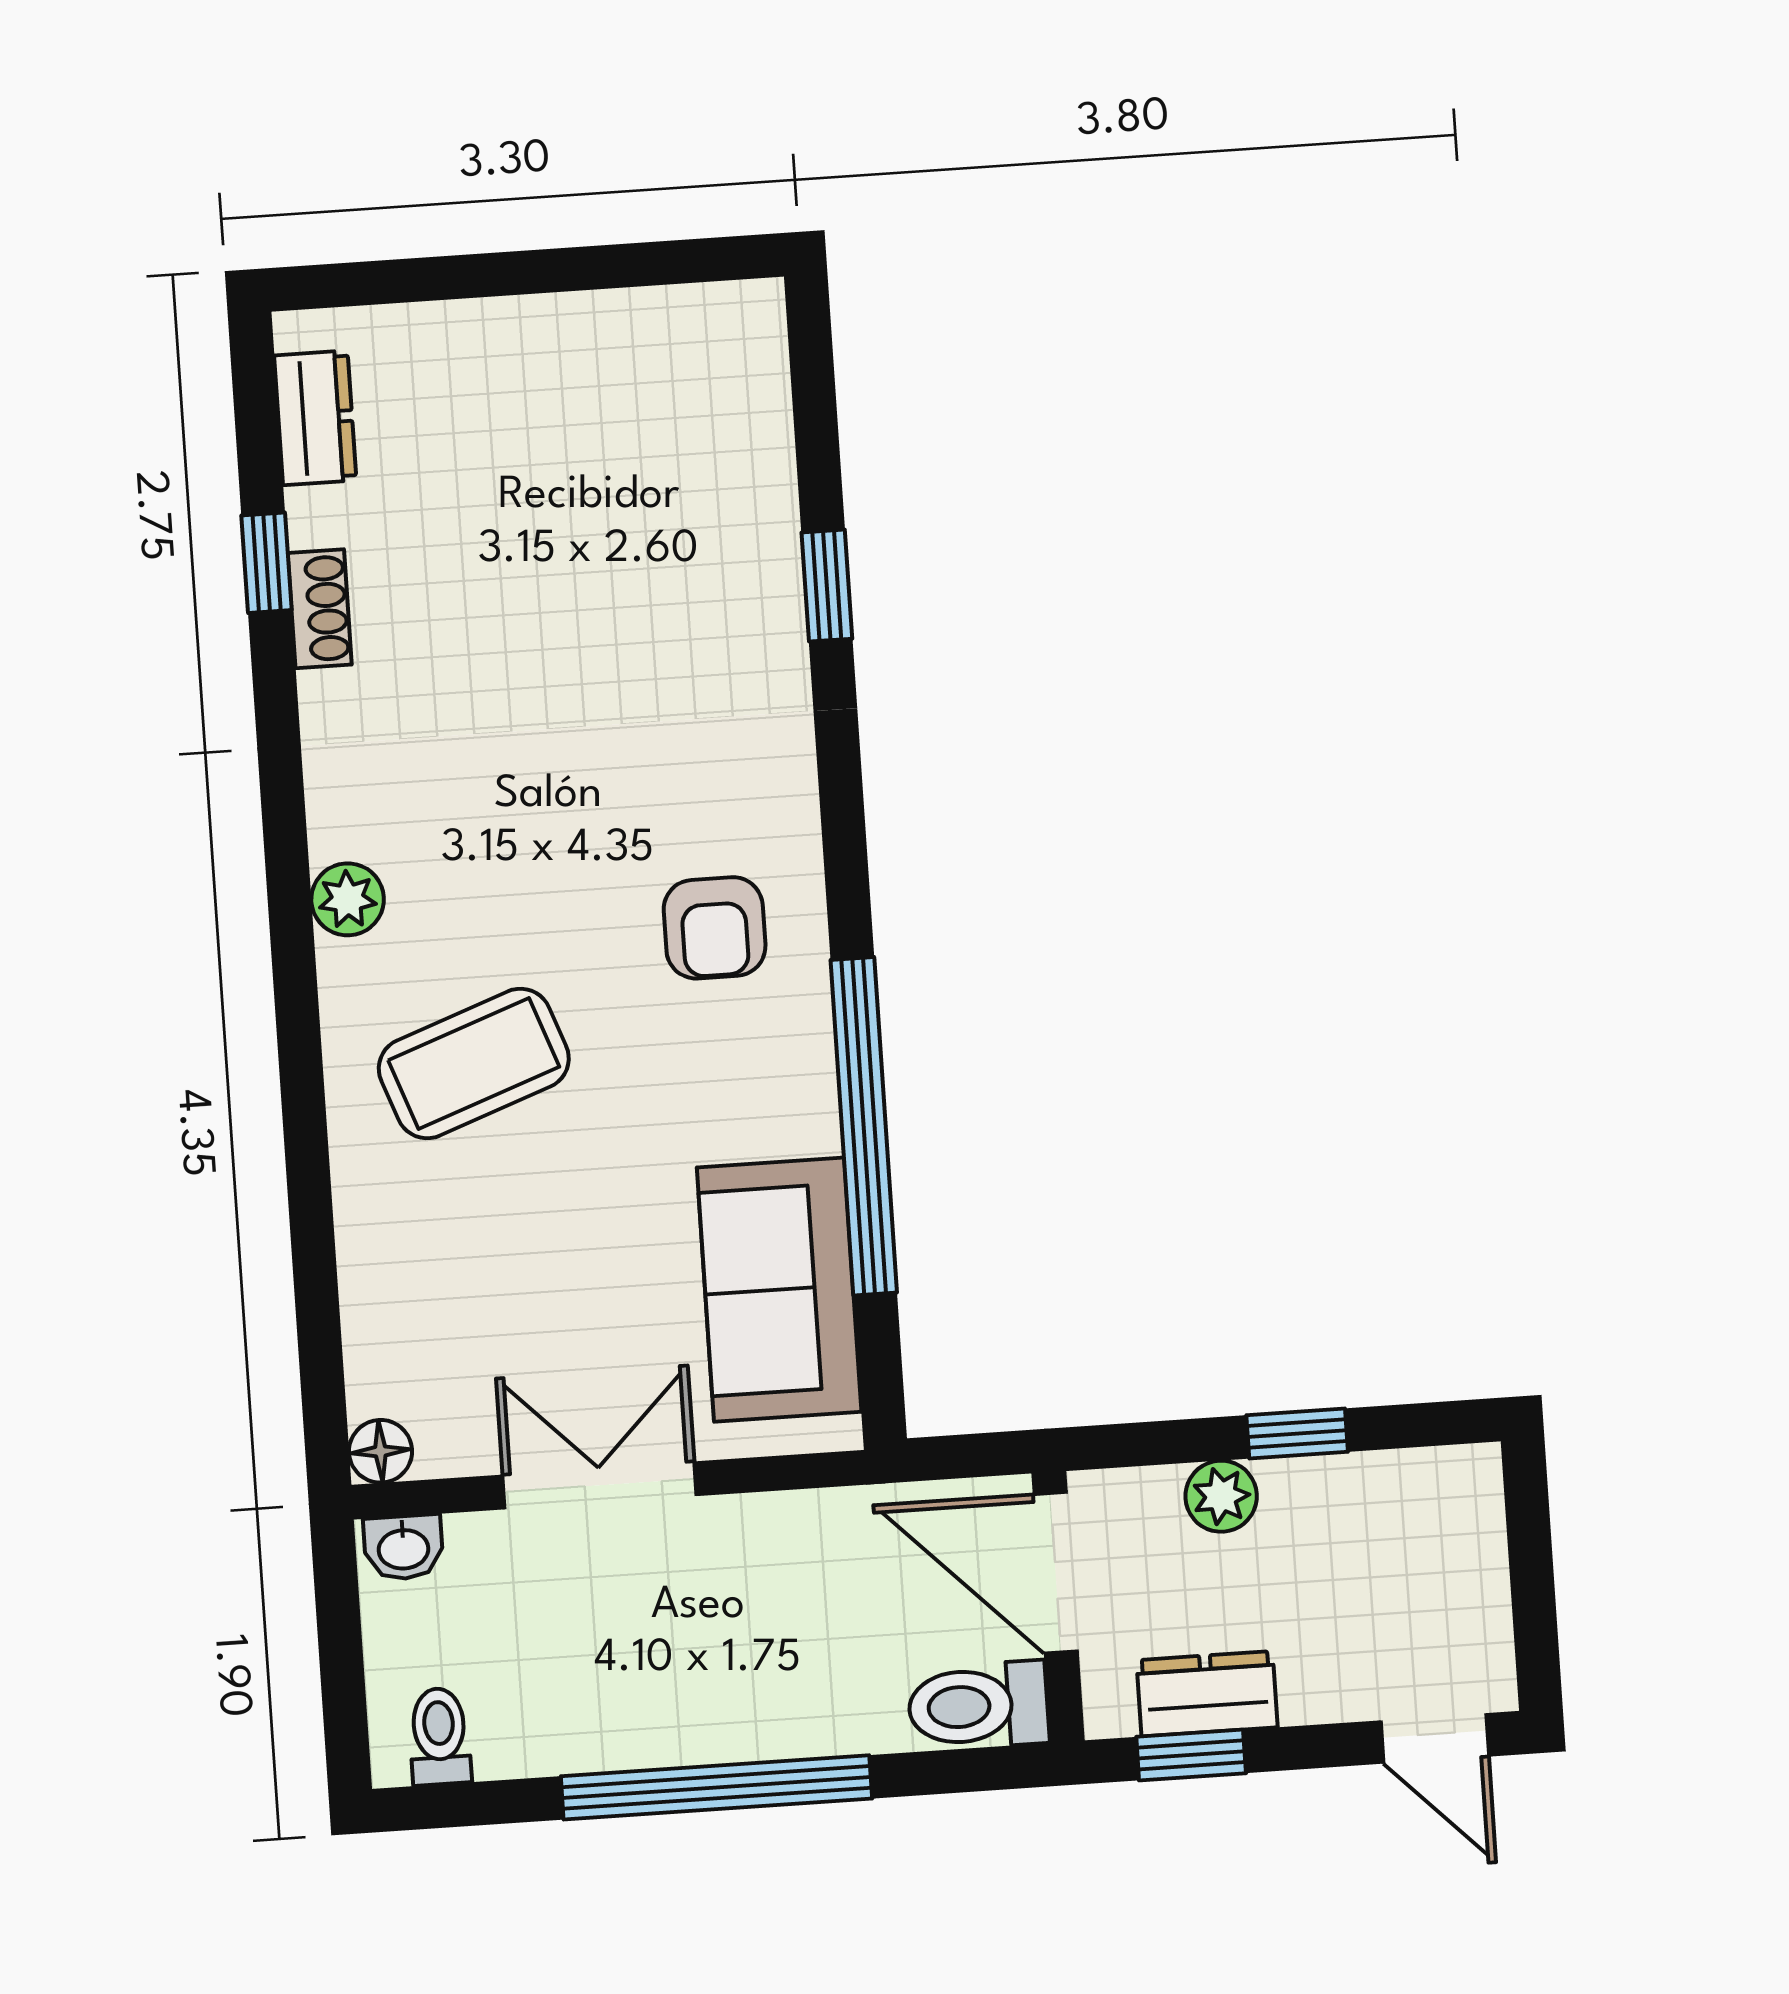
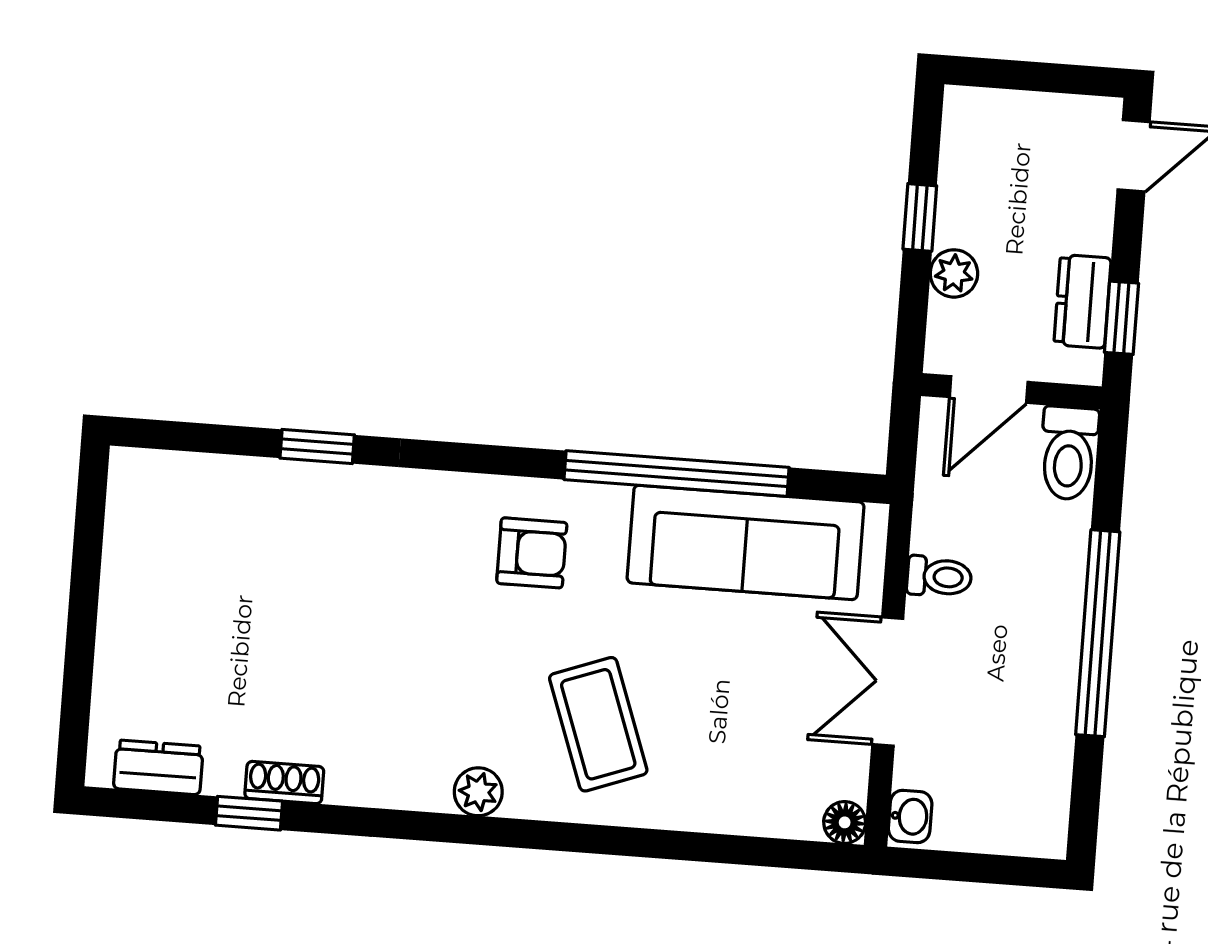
sofa: (779, 1290) -> (746, 542), width x1.36
door: (1056, 1573) -> (989, 390), width x0.73
toilet: (439, 1736) -> (939, 577), moved, turned 180

